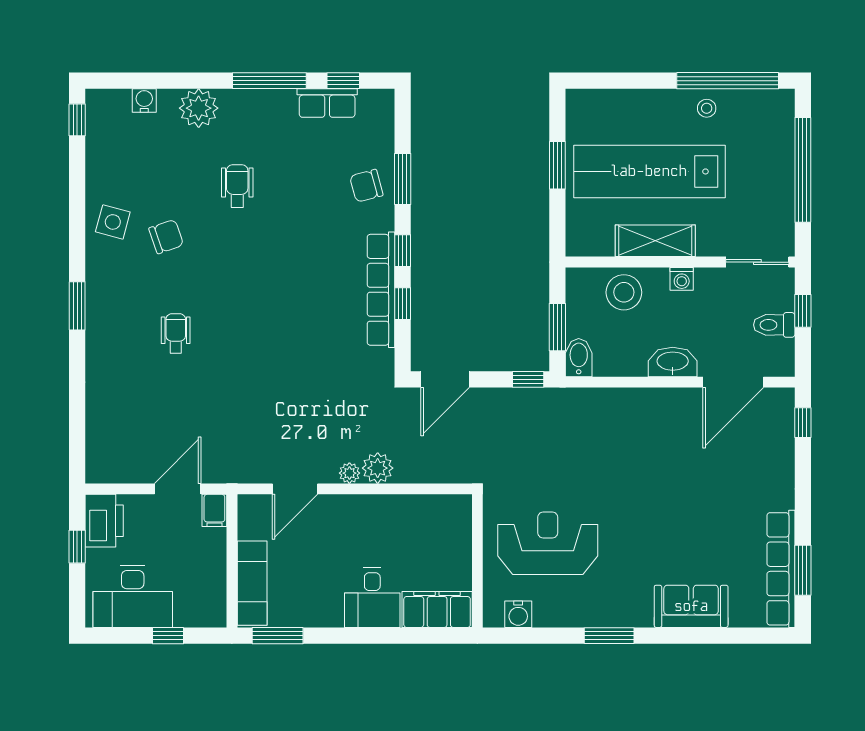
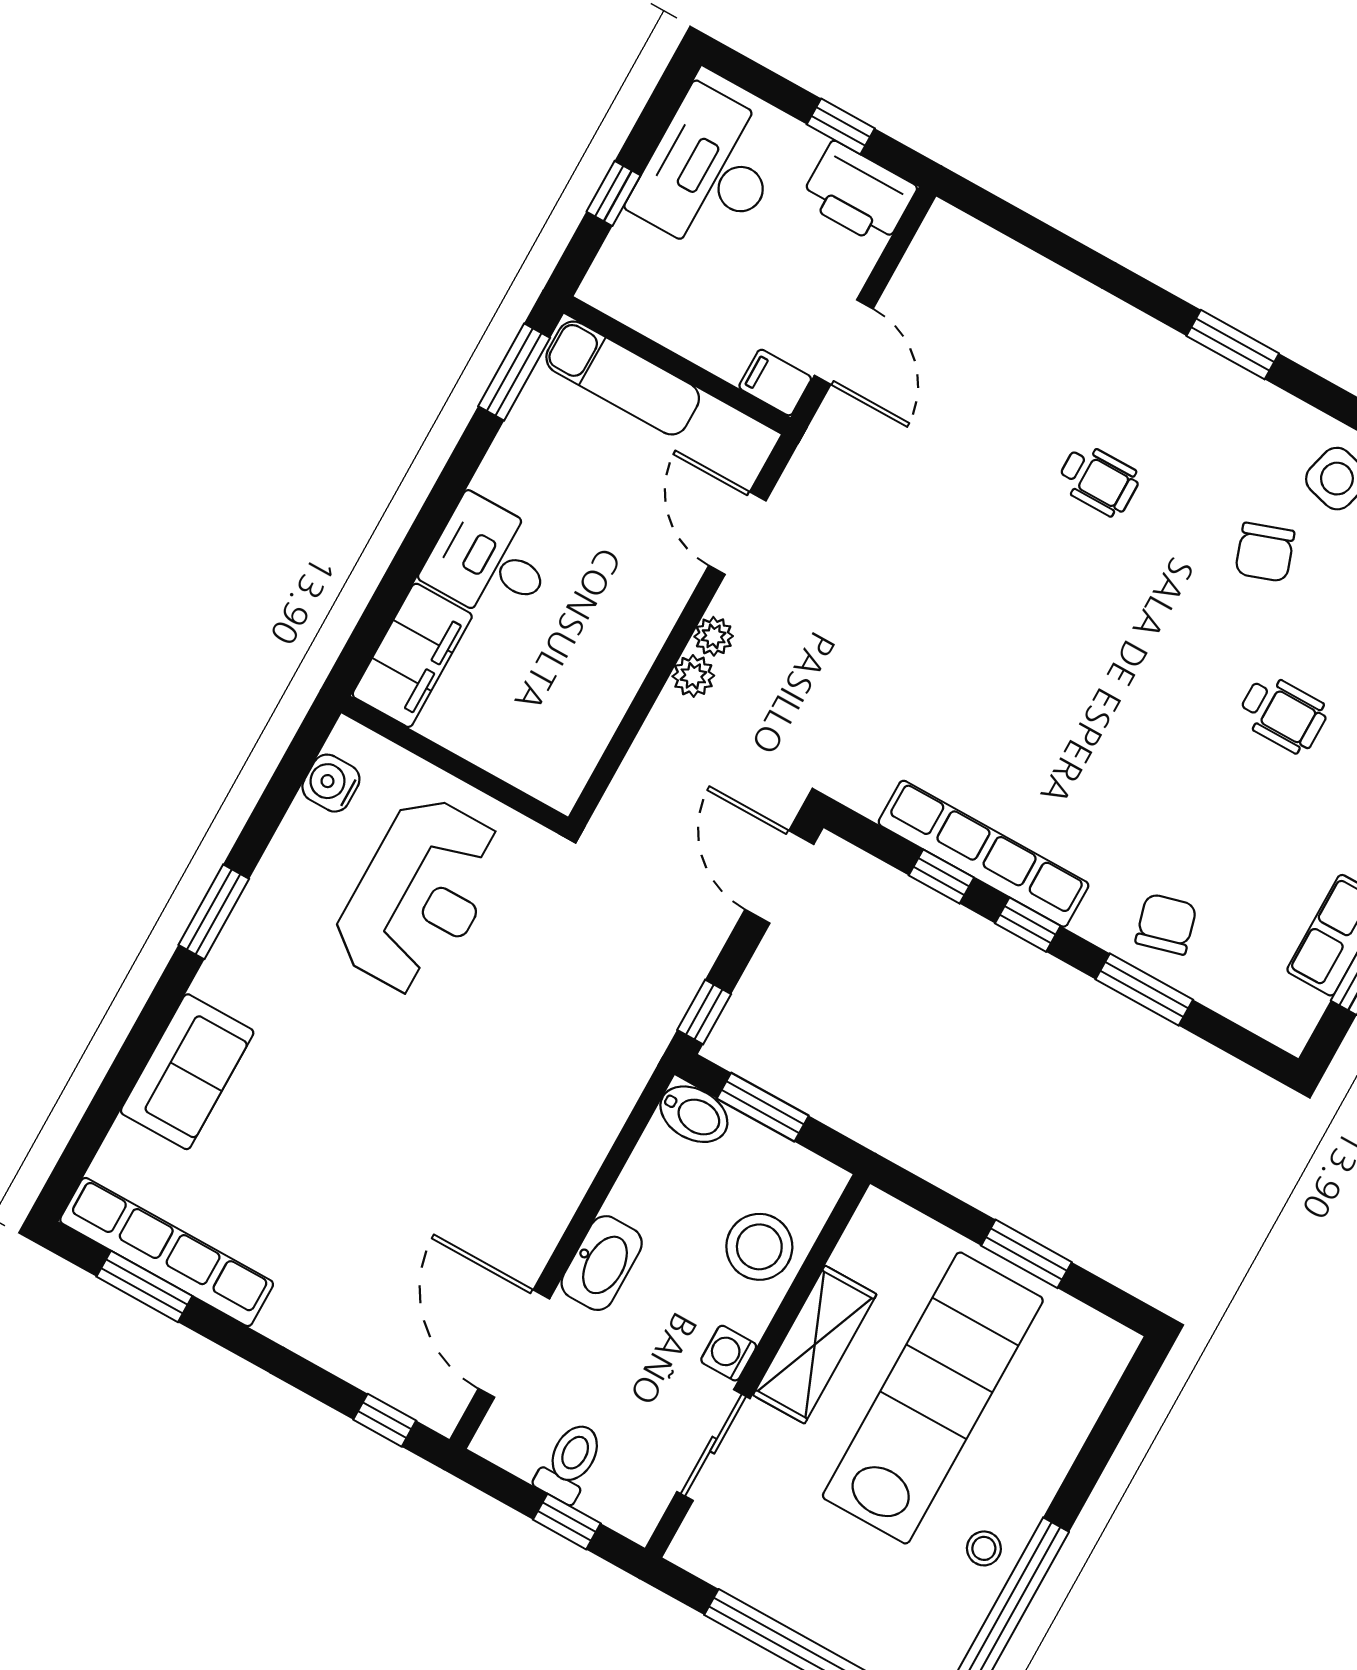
sliding door: (757, 262) -> (713, 1445), moved
plant: (378, 468) -> (693, 676), width x0.73, depth x0.73

